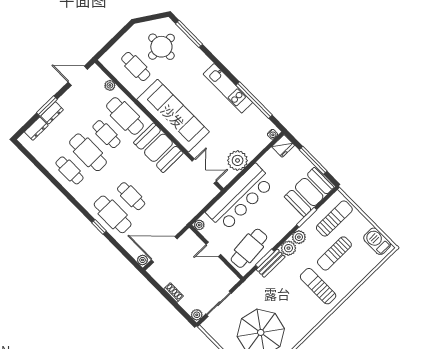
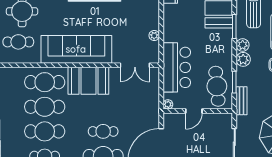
plant: (110, 85) -> (14, 72), removed
cafe table: (106, 134) -> (45, 107), width x1.37, depth x1.35
plant: (238, 160) -> (154, 36), width x0.53, depth x0.53
double door: (204, 171) -> (135, 65), swing flipped
bar counter: (240, 198) -> (177, 67), width x0.73
bench: (271, 263) -> (241, 101), moved

